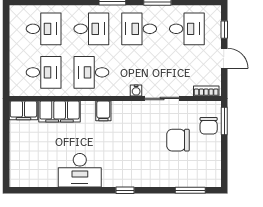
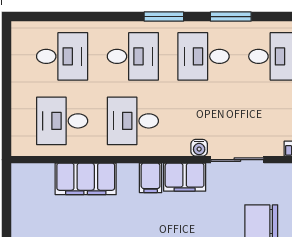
desk: (44, 72) -> (62, 121), turned 180
filing cabinet: (23, 110) -> (185, 177), moved

